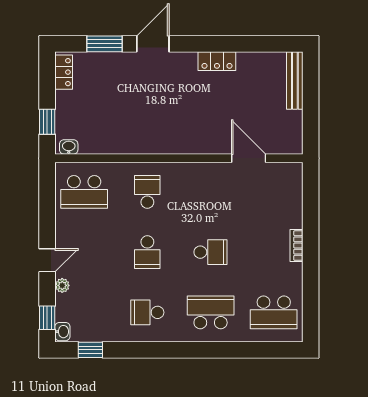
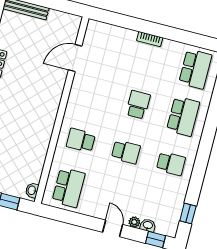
school desk: (147, 312) -> (171, 164), turned -90
school desk: (211, 312) -> (183, 116), turned 180
washbasin: (62, 332) -> (148, 225), moved

